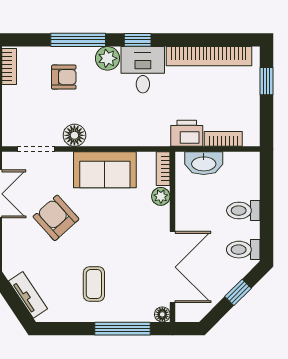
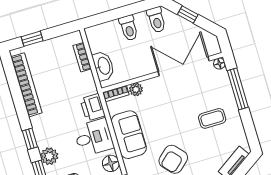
desk: (143, 70) -> (94, 137), moved, turned 180
printer: (187, 133) -> (93, 107), moved

